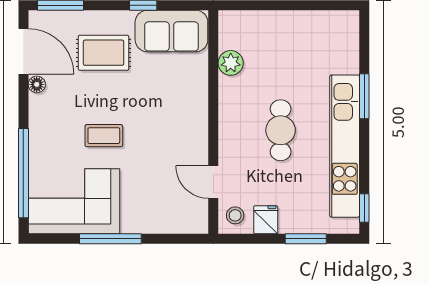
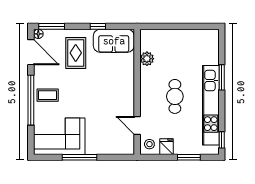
rug: (104, 53) -> (76, 53), turned 90
floor lamp: (37, 84) -> (38, 34), moved
coffee table: (104, 136) -> (48, 95), moved
window: (23, 173) -> (31, 100), moved

